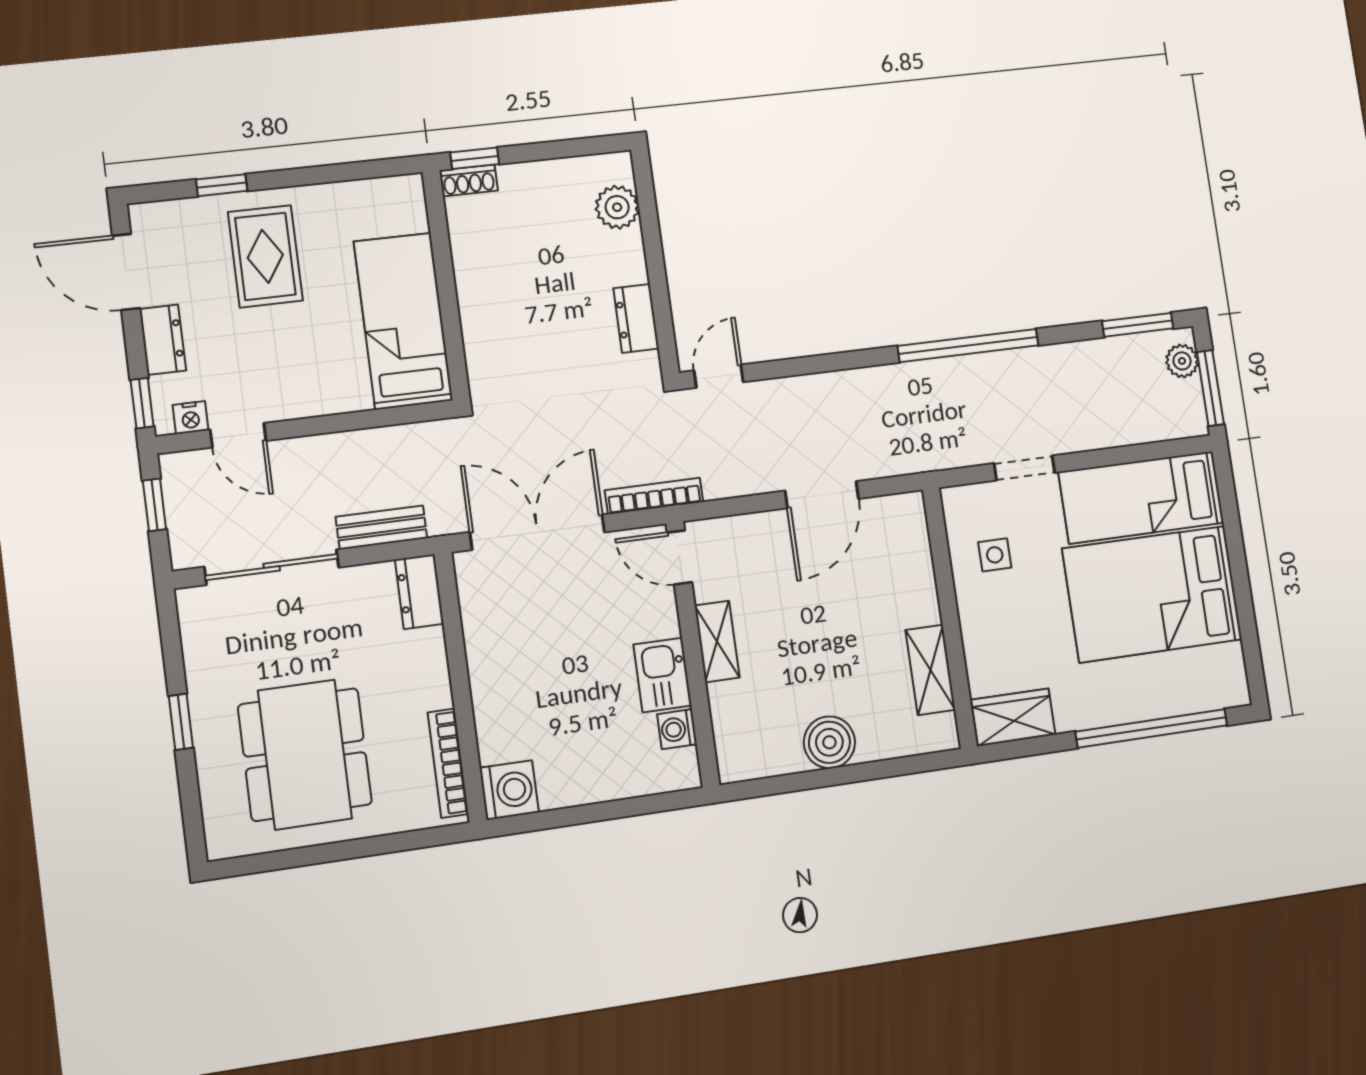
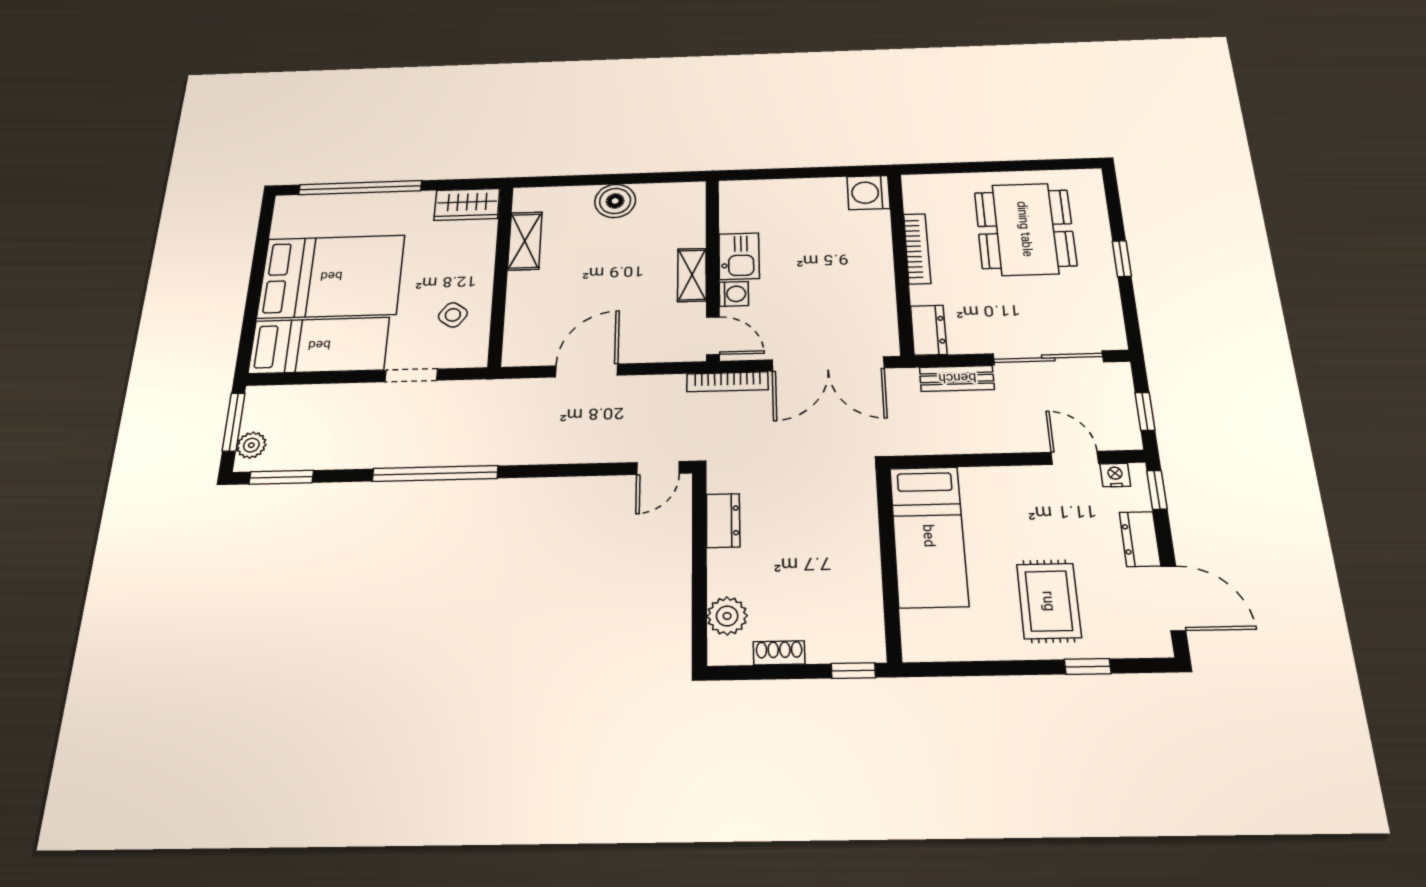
shoe rack: (469, 180) -> (779, 653), moved
side table: (995, 555) -> (453, 315), turned 36
washing machine: (677, 729) -> (734, 294), moved
bookcase: (448, 763) -> (917, 249), moved

